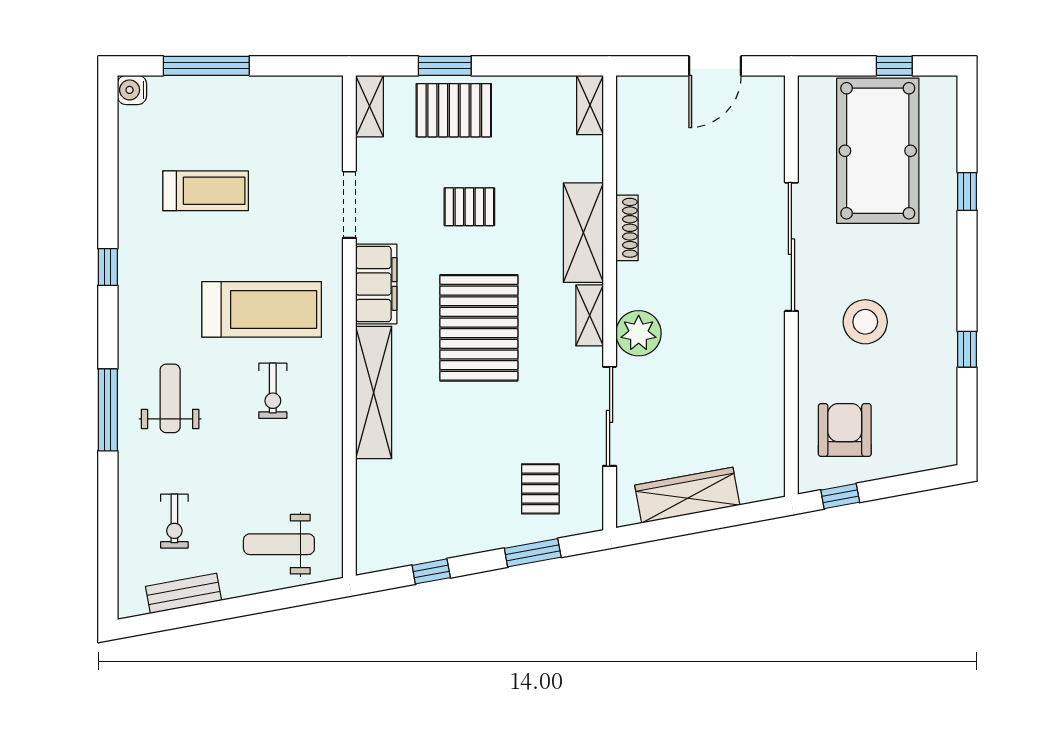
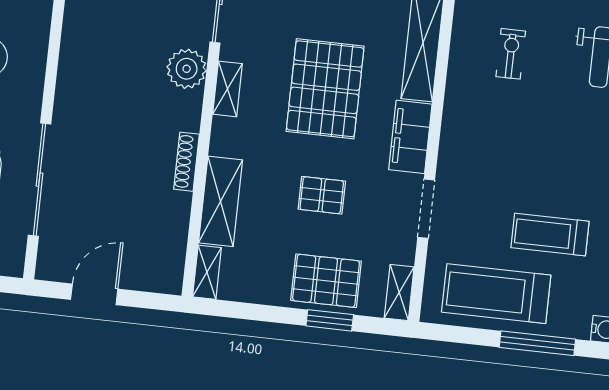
shelving: (583, 233) -> (221, 201), moved
sliding door: (791, 247) -> (39, 180), moved
treadmill: (262, 309) -> (496, 294), moved

